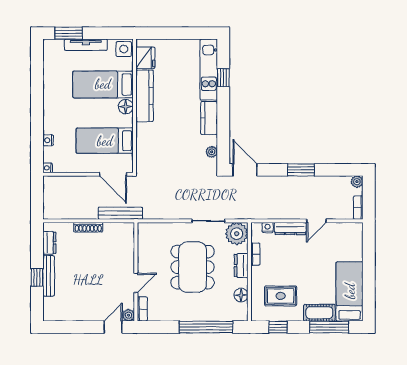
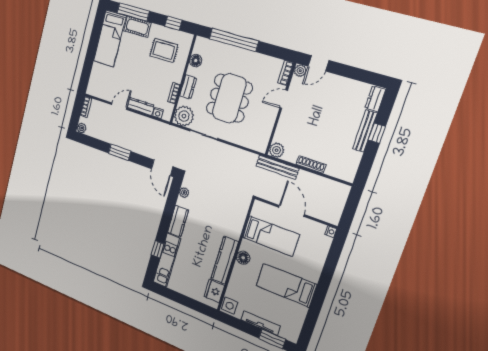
bed: (103, 84) -> (286, 285), moved, turned 180
nightstand: (48, 140) -> (322, 256), removed
door: (113, 174) -> (291, 211), moved
plant: (127, 230) -> (277, 150), added
dresser: (49, 243) -> (375, 99), moved

